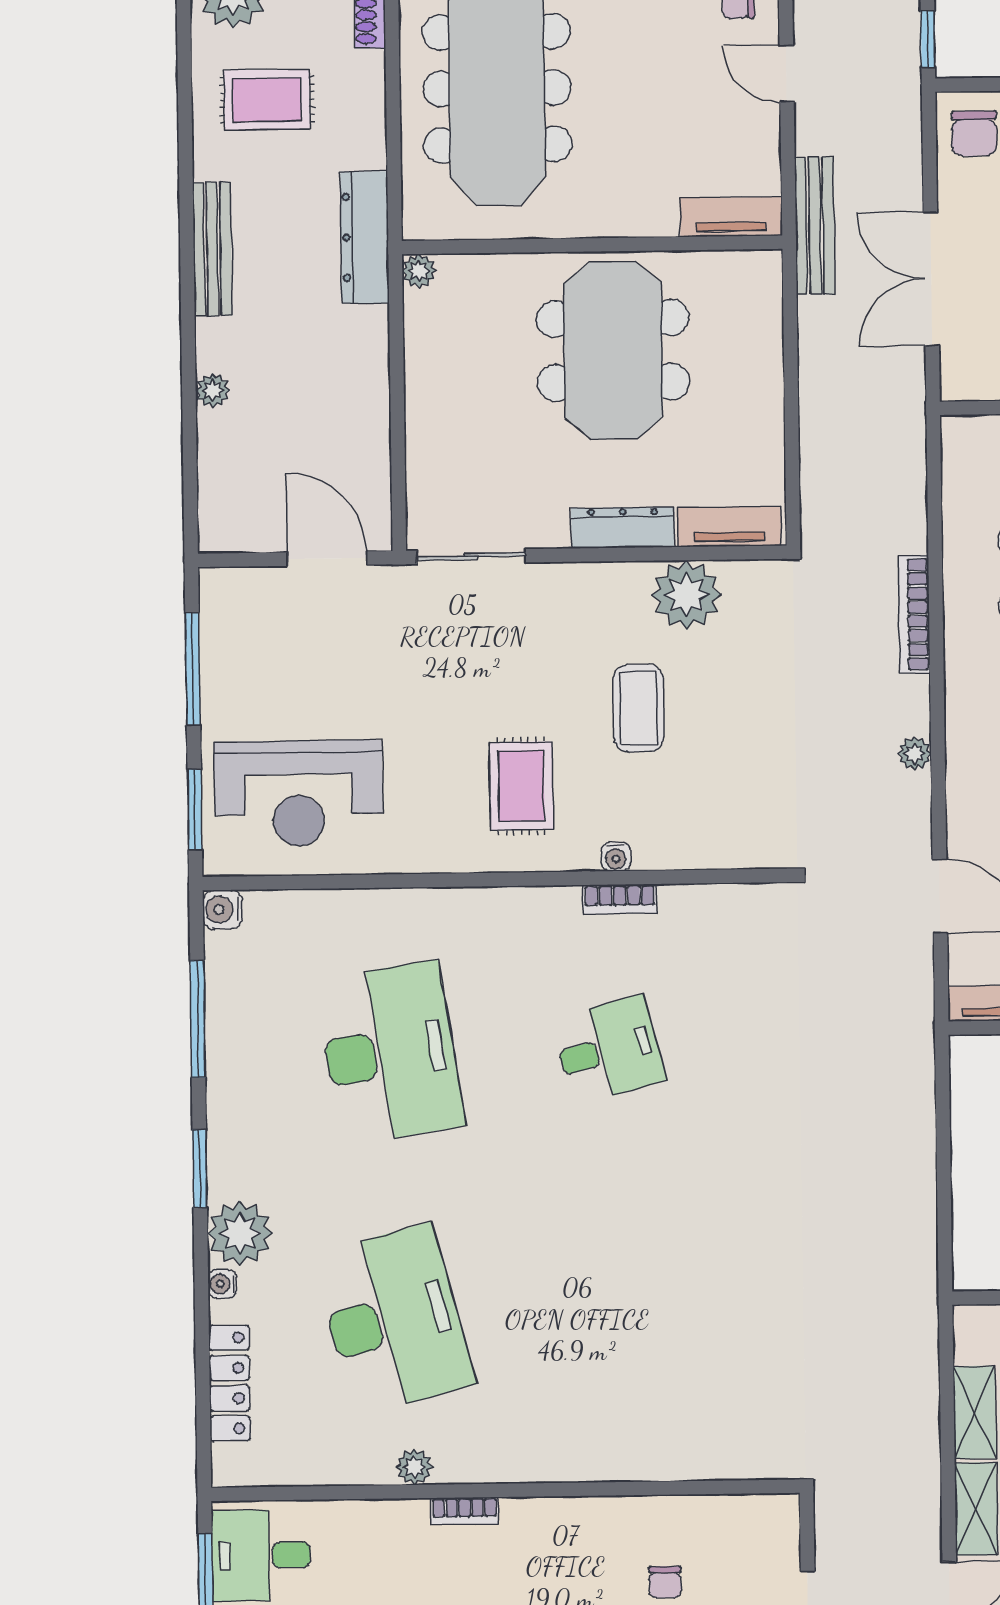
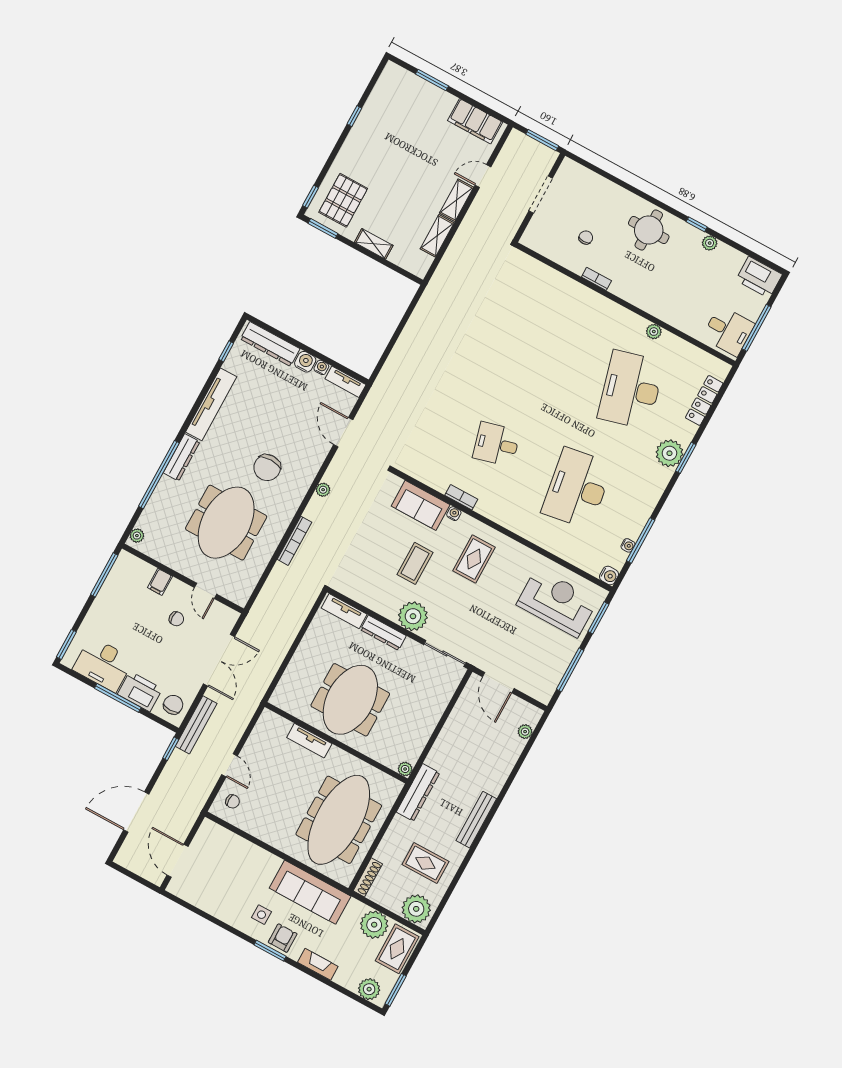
tv unit: (731, 217) -> (309, 741), moved
bench: (815, 226) -> (196, 725), moved
plant: (213, 390) -> (525, 732), moved
plant: (687, 595) -> (413, 616), moved
sofa: (694, 835) -> (421, 505), added
window: (200, 1169) -> (686, 458), moved
water cooler: (222, 1284) -> (628, 545), moved
bookcase: (465, 1511) -> (596, 279), moved

